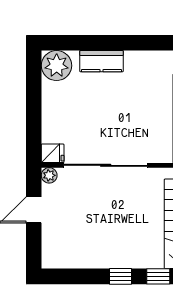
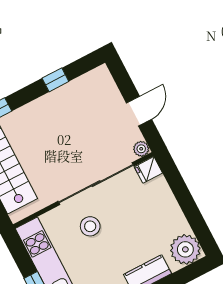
stool: (130, 130) -> (90, 226), added
window: (120, 276) -> (55, 80), moved

